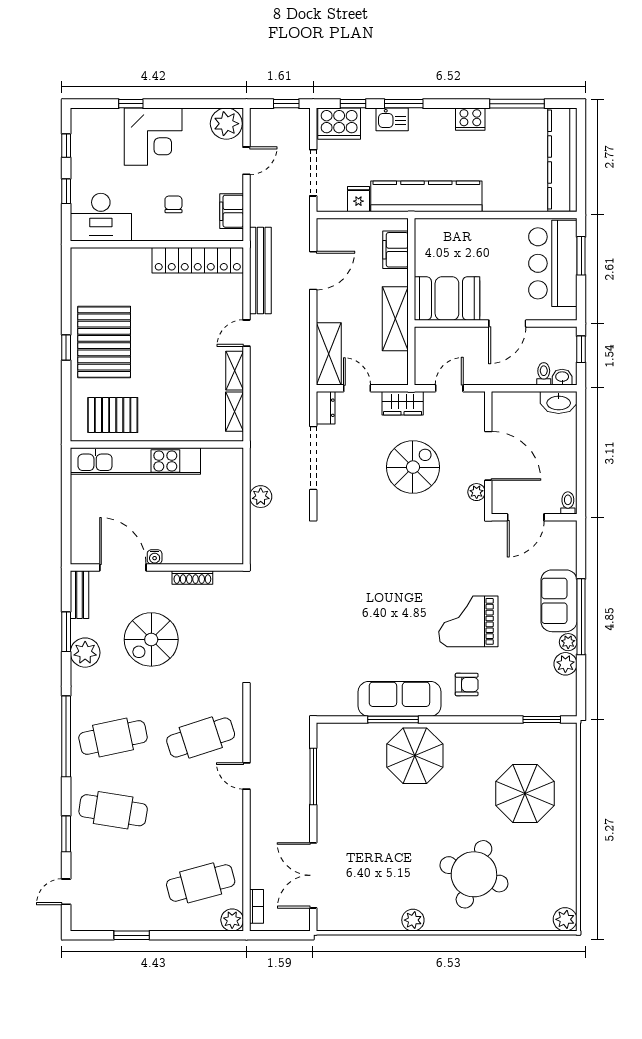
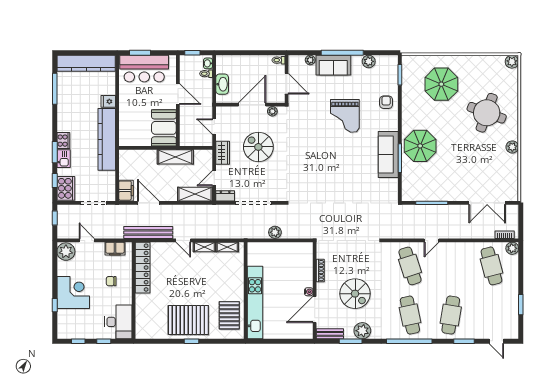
cooker: (470, 119) -> (63, 141), moved
fridge: (358, 199) -> (108, 101), moved
filing cabinet: (395, 250) -> (126, 191), moved, turned -90
washbasin: (559, 402) -> (222, 84), moved
plant: (568, 642) -> (310, 60), moved
armchair: (467, 685) -> (386, 102), moved

